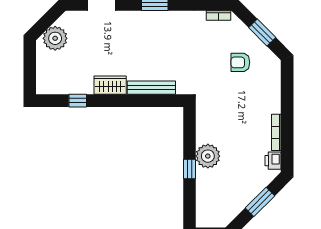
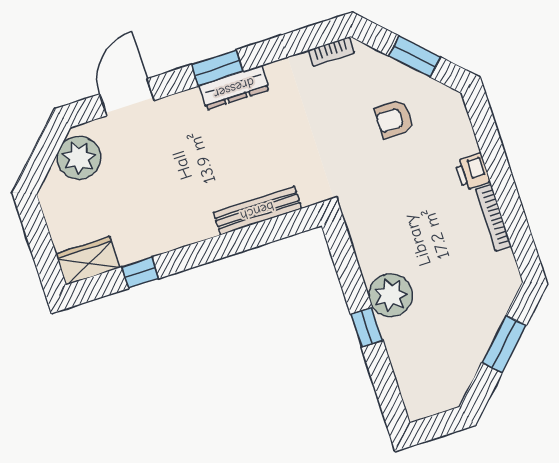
dresser: (160, 18) -> (234, 88), added
plant: (55, 38) -> (79, 158), moved
wardrobe: (110, 85) -> (88, 261), moved
printer: (273, 161) -> (472, 172), moved

